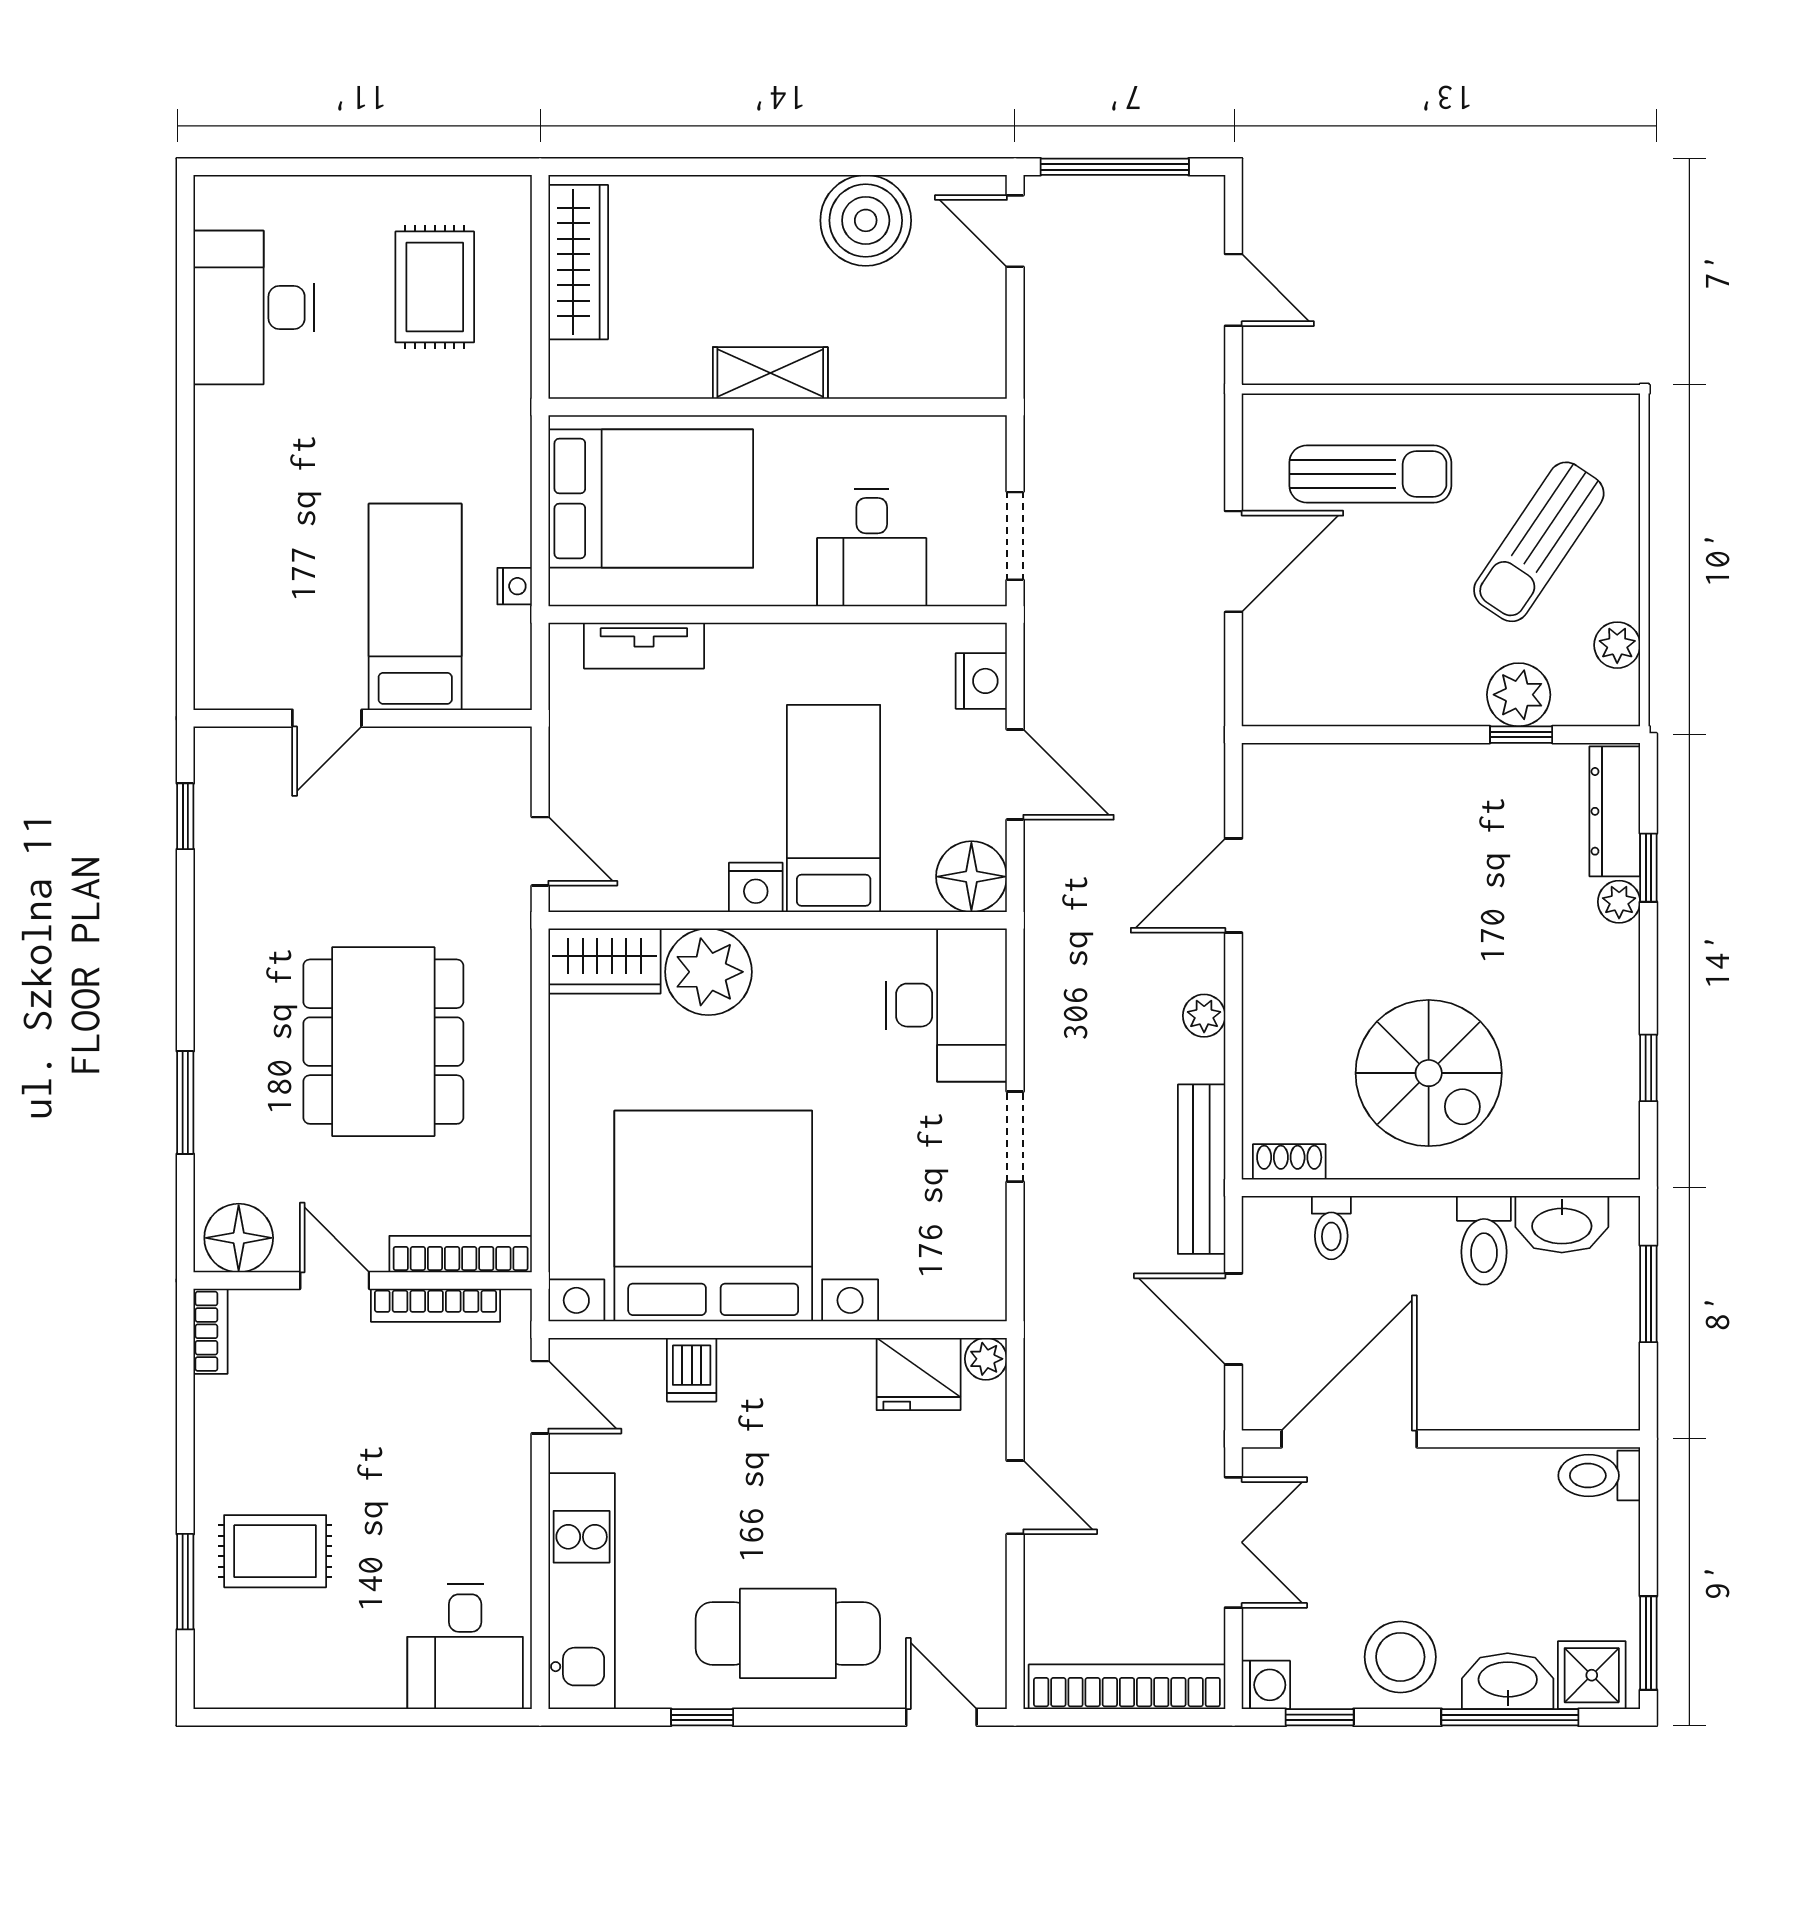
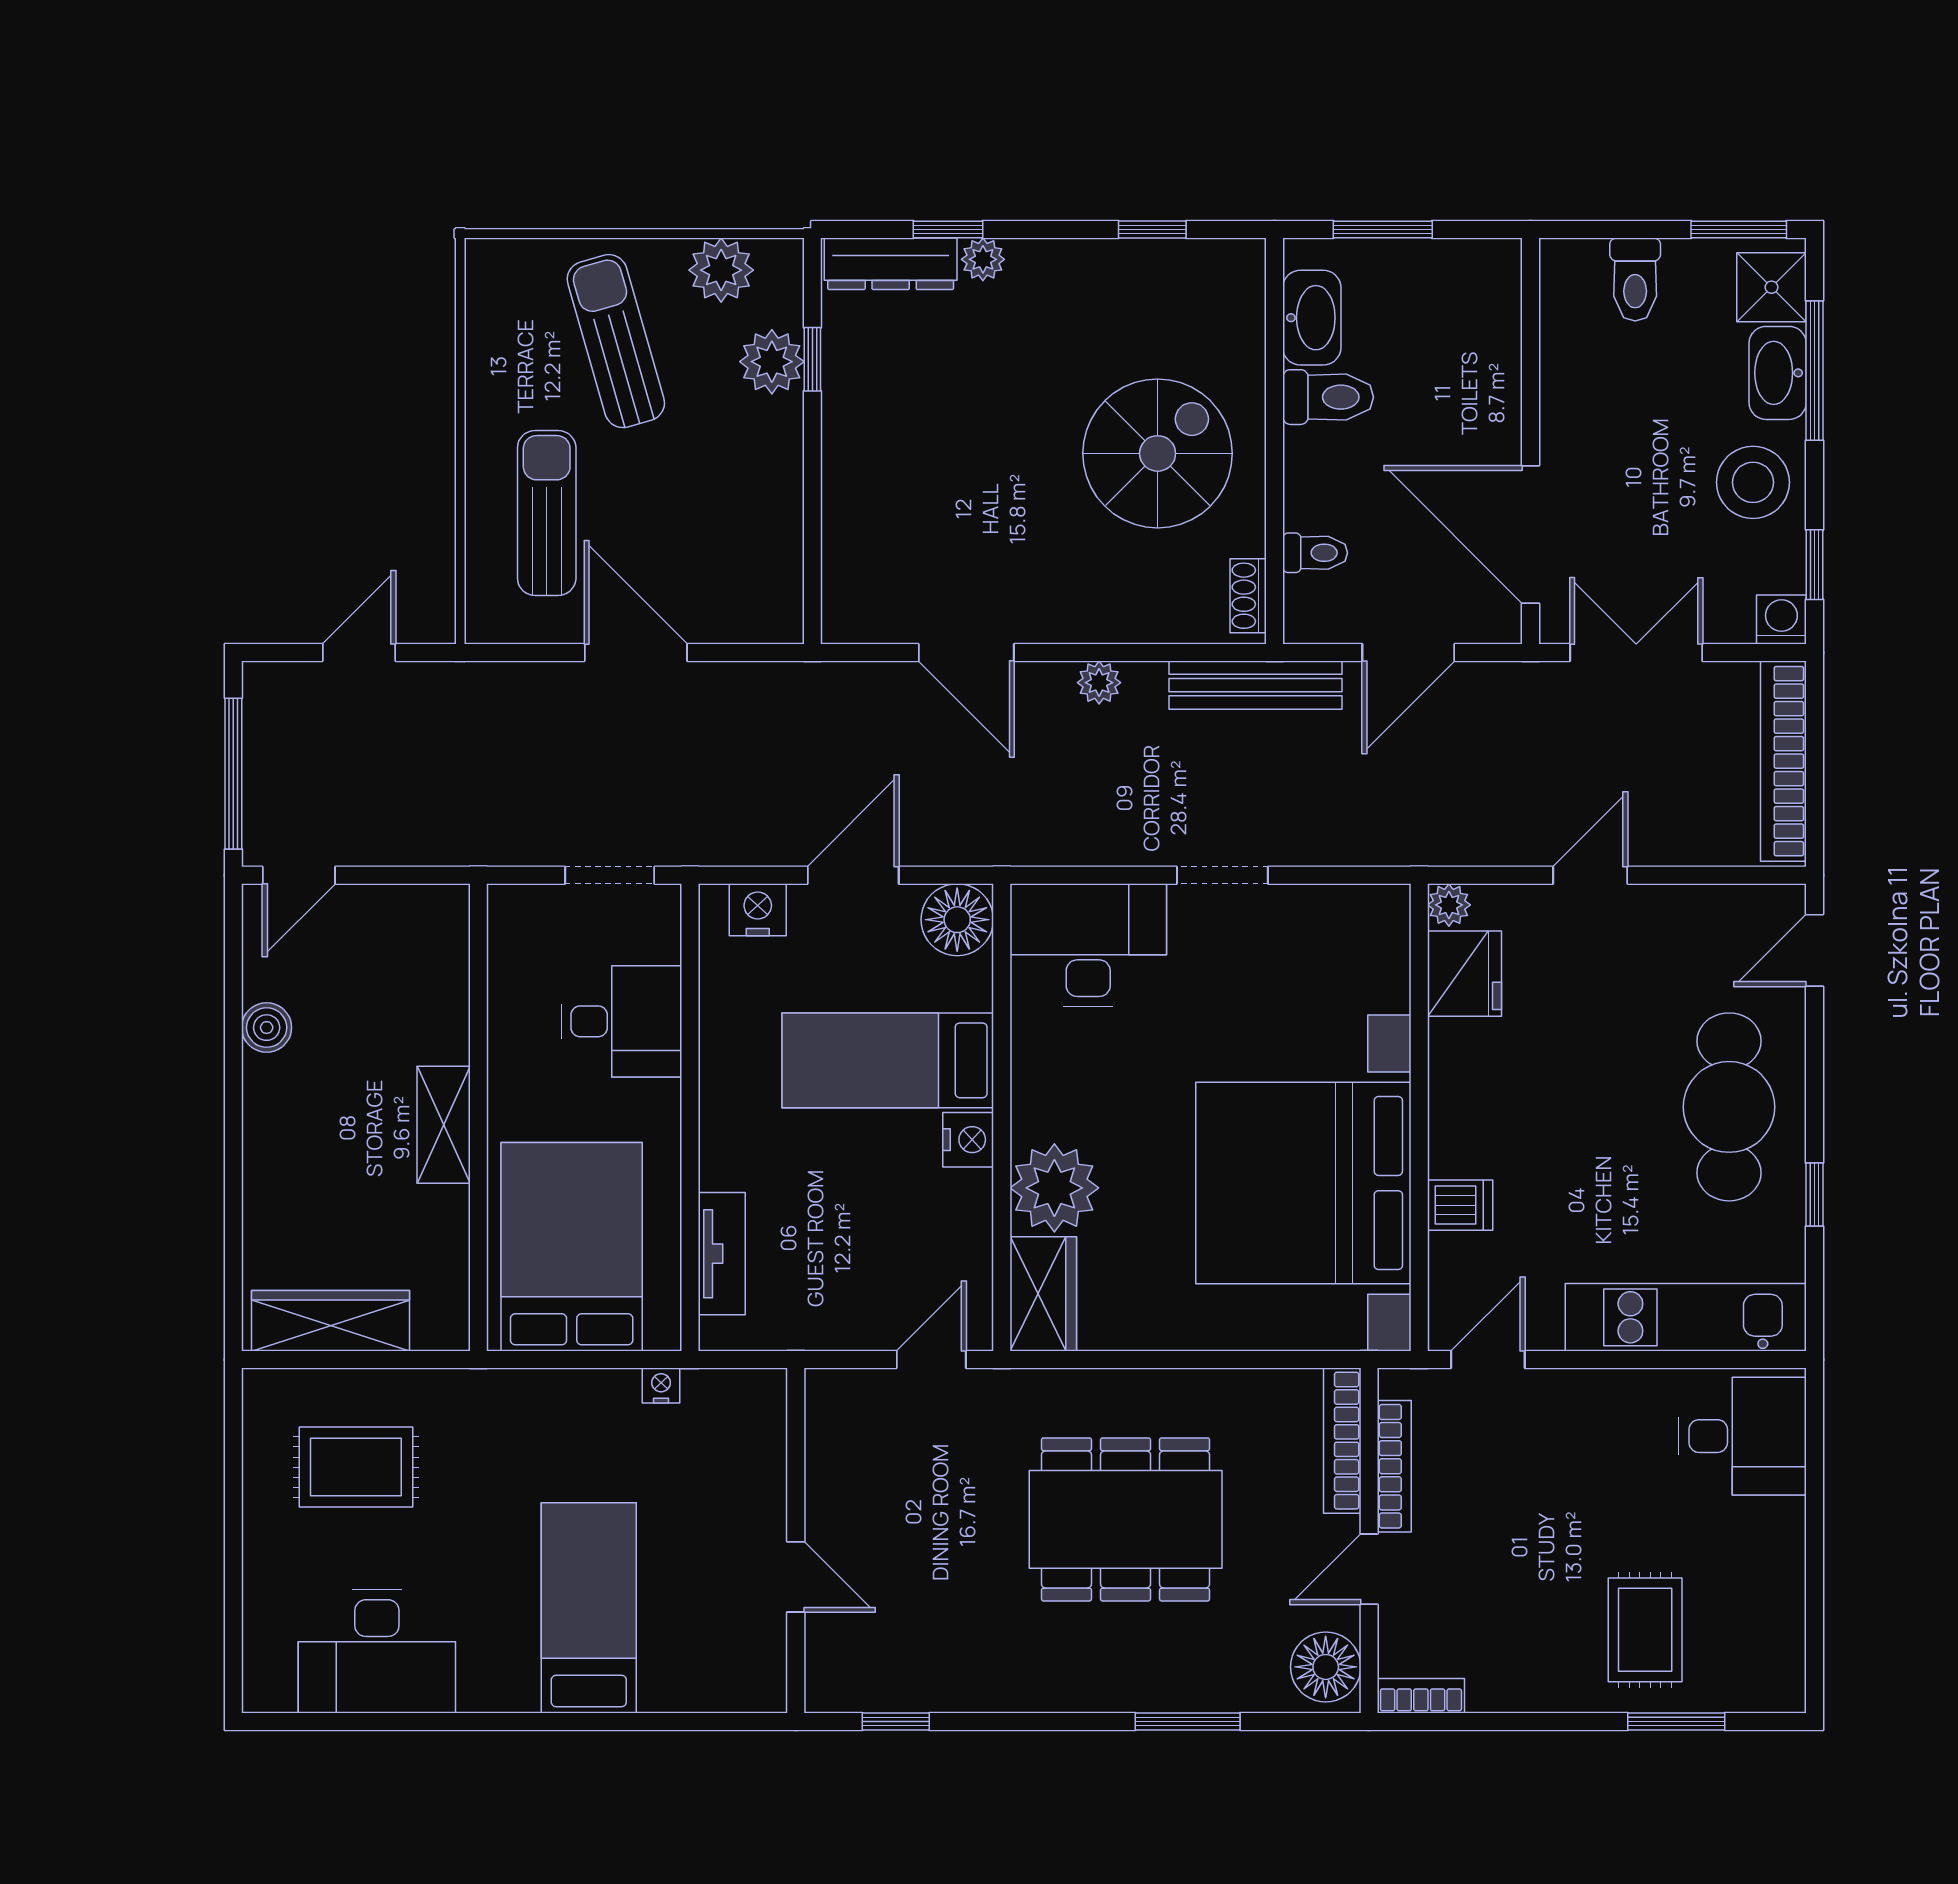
boiler: (866, 220) -> (267, 1028), width x0.54, depth x0.54
sun lounger: (1539, 542) -> (616, 341), turned -140
bed: (415, 607) -> (589, 1608), moved, turned 90
plant: (1617, 645) -> (721, 270), width x1.38, depth x1.38
toilet: (1599, 1476) -> (1635, 279), moved

